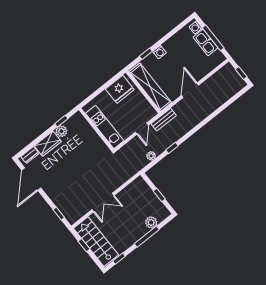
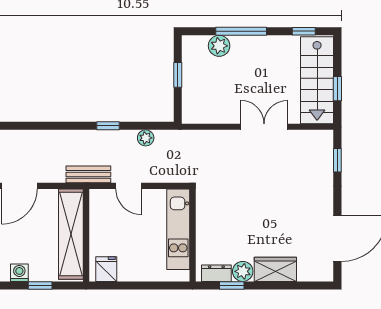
fridge: (120, 89) -> (106, 269), width x0.53, depth x0.75
door: (142, 129) -> (129, 186), swing flipped
dresser: (30, 155) -> (216, 273), moved

